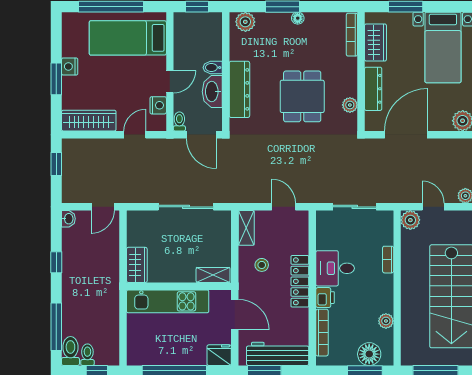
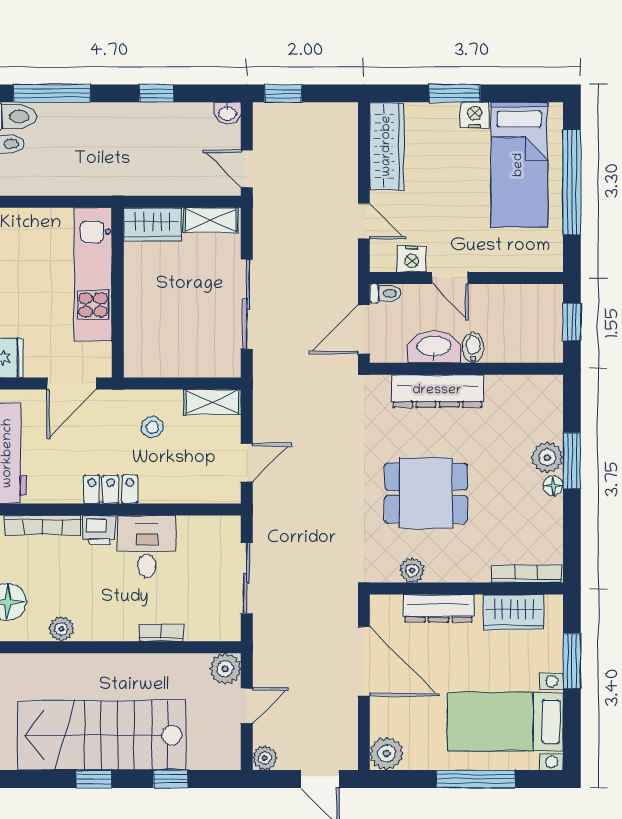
plant: (245, 22) -> (547, 458), moved
bed: (128, 38) -> (519, 165), moved, turned 180
window: (56, 164) -> (283, 93), moved
shelving: (213, 275) -> (211, 220), moved, turned 90
locker: (300, 281) -> (111, 489), width x0.66

